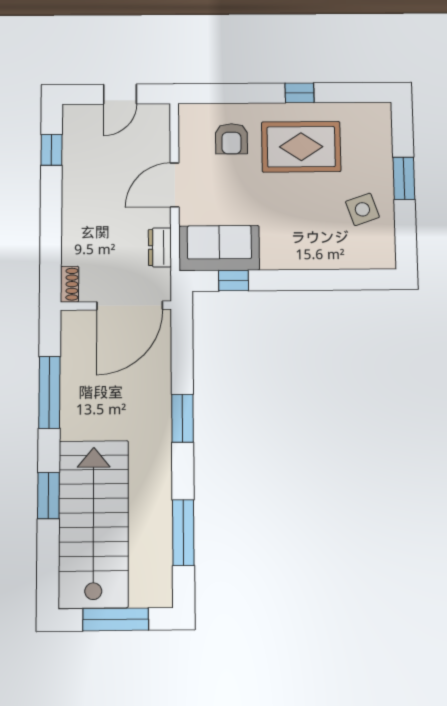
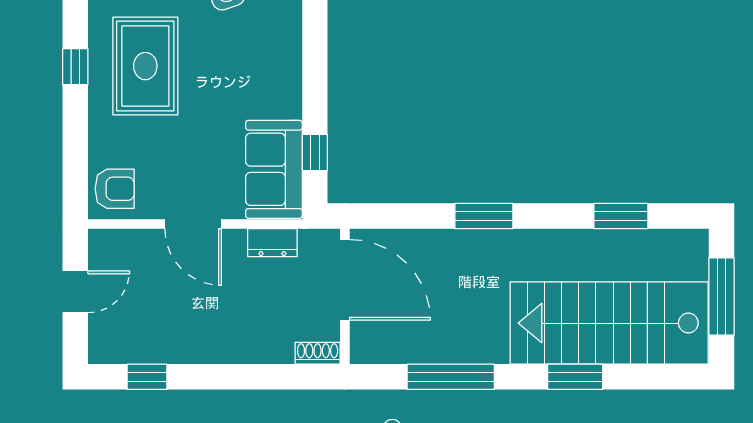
door: (120, 94) -> (75, 292), hinge flipped
armchair: (231, 139) -> (115, 189), moved
window: (183, 533) -> (621, 216), width x0.69

